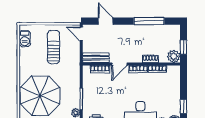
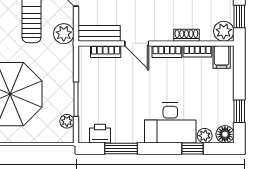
plant: (74, 58) -> (64, 34), added
door: (119, 64) -> (137, 43), hinge flipped
filing cabinet: (172, 73) -> (222, 57), added

